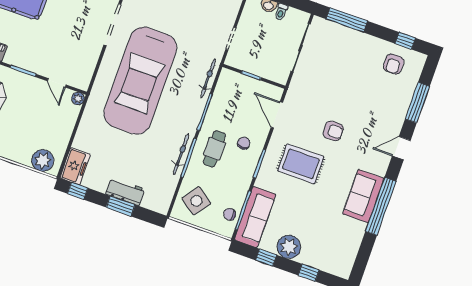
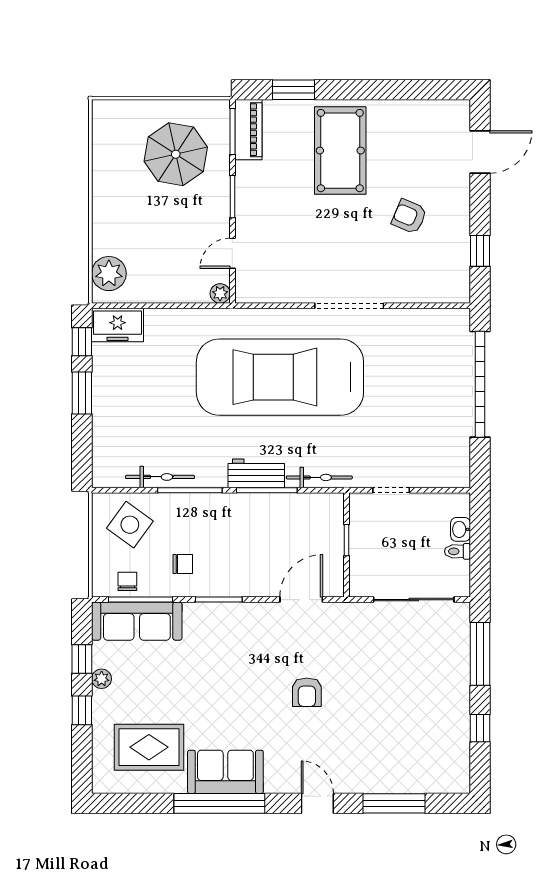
window: (405, 41) -> (480, 728), moved
armchair: (394, 64) -> (439, 747), removed
chair: (244, 143) -> (183, 564), moved
cafe table: (214, 149) -> (217, 524), removed
bicycle: (181, 154) -> (160, 477), moved
rug: (301, 164) -> (149, 747), moved, turned 90
workbench: (125, 192) -> (256, 473), moved, turned -90
window: (121, 206) -> (82, 393), moved
plant: (289, 247) -> (102, 679), width x0.53, depth x0.53
window: (309, 273) -> (82, 710), moved

